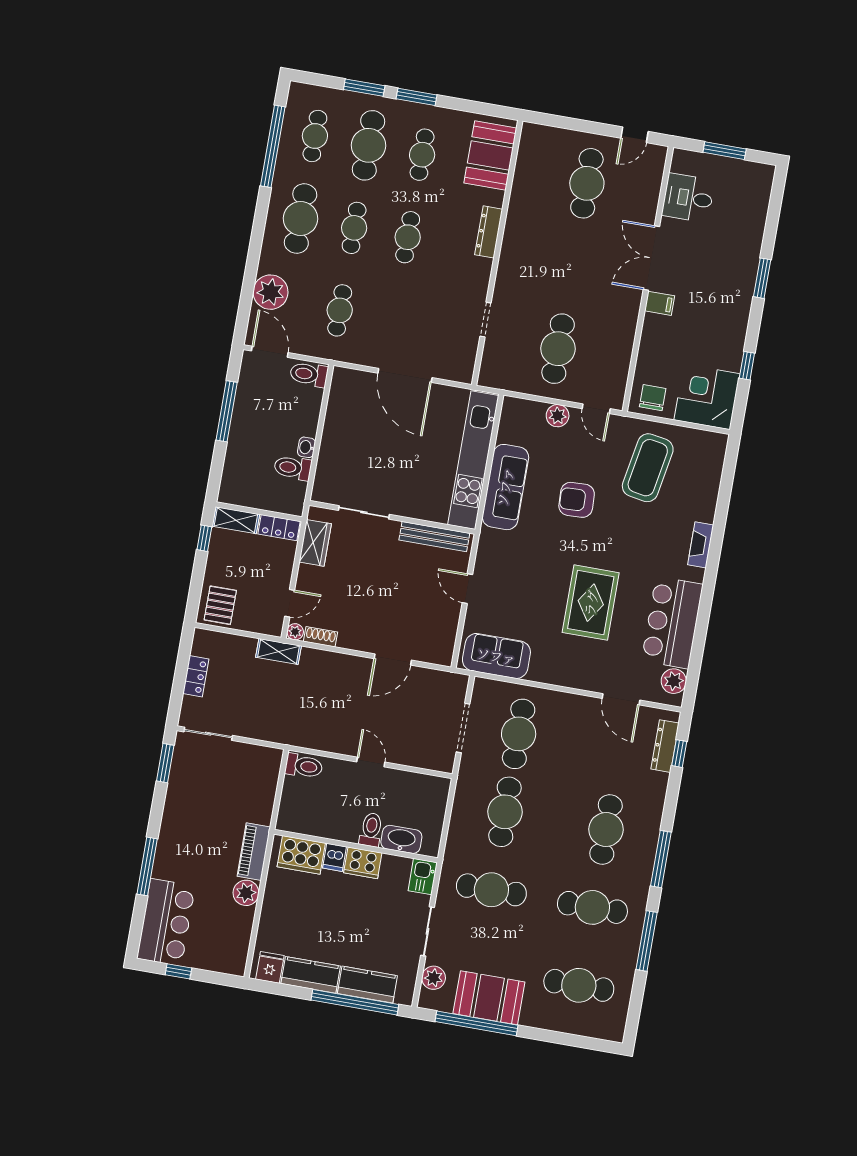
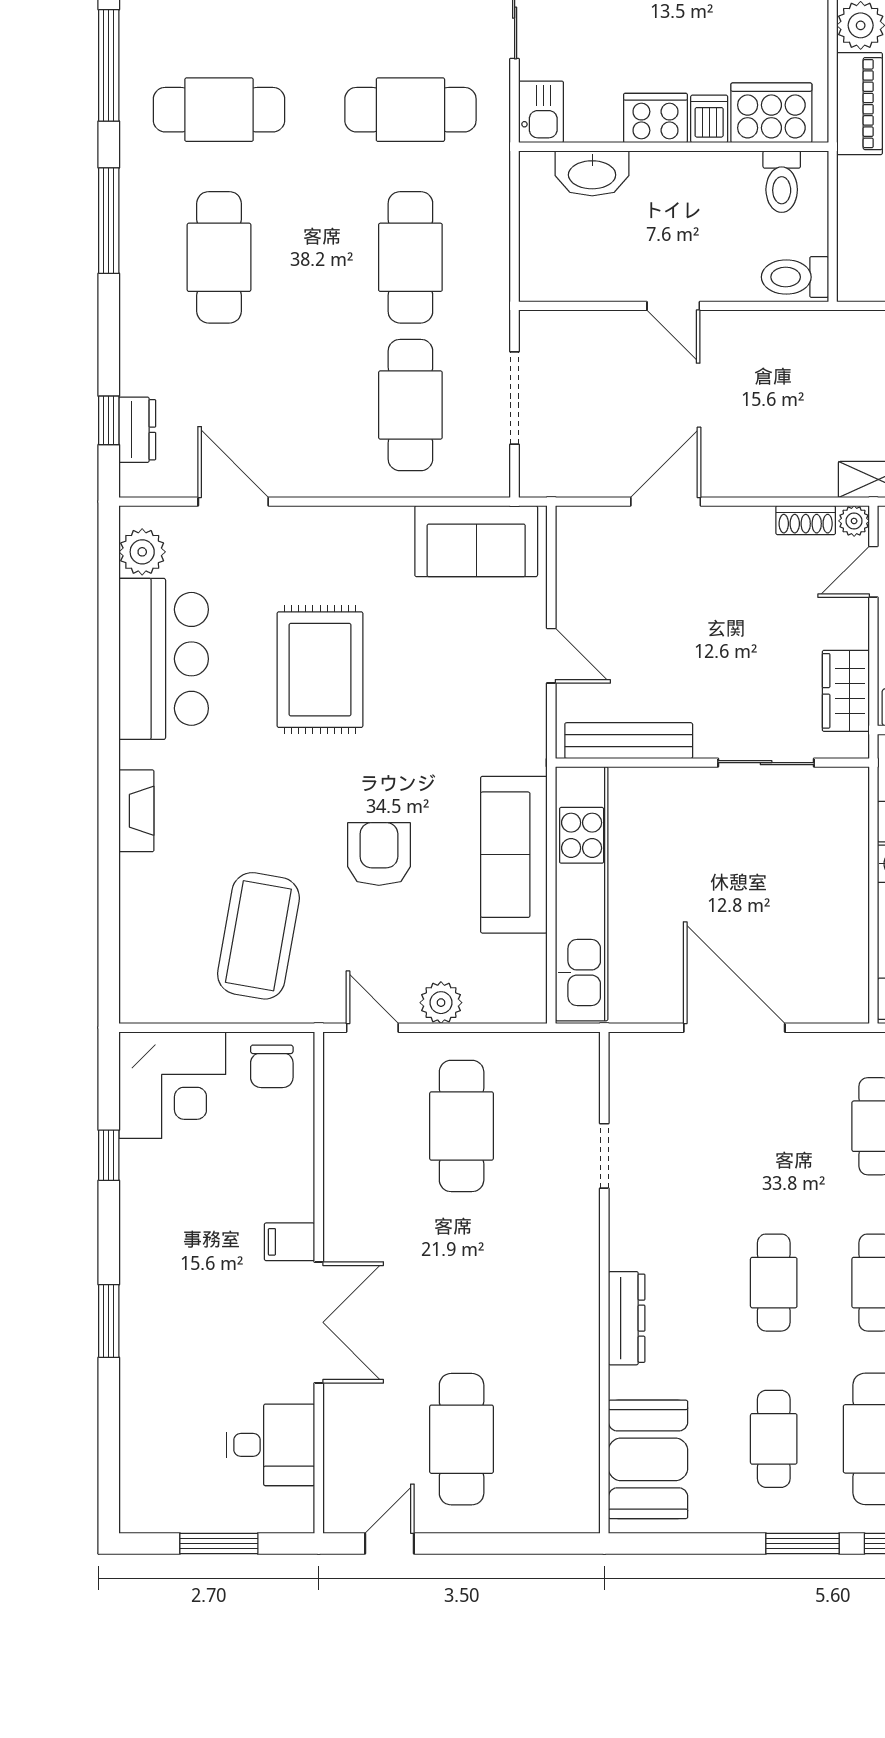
armchair: (577, 500) -> (379, 854), turned -88
dresser: (665, 746) -> (137, 430), width x0.70
toilet: (371, 830) -> (782, 182), moved

